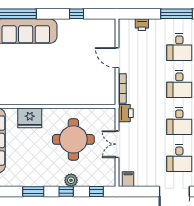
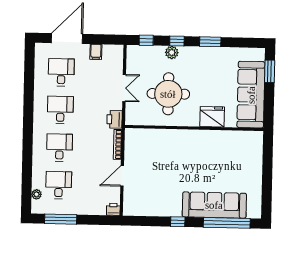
window: (77, 14) -> (178, 222), moved
printer: (142, 25) -> (113, 209), moved
door: (117, 58) -> (122, 176), swing flipped
filing cabinet: (128, 179) -> (96, 52), moved

